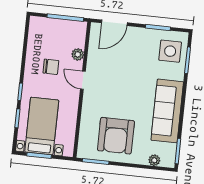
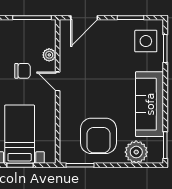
plant: (154, 160) -> (136, 152), width x1.87, depth x1.87

